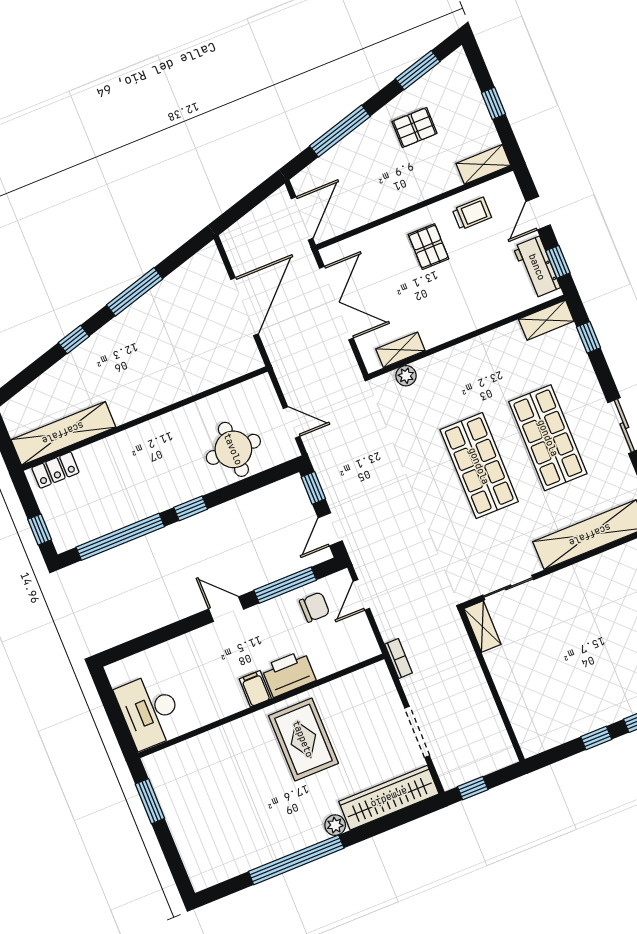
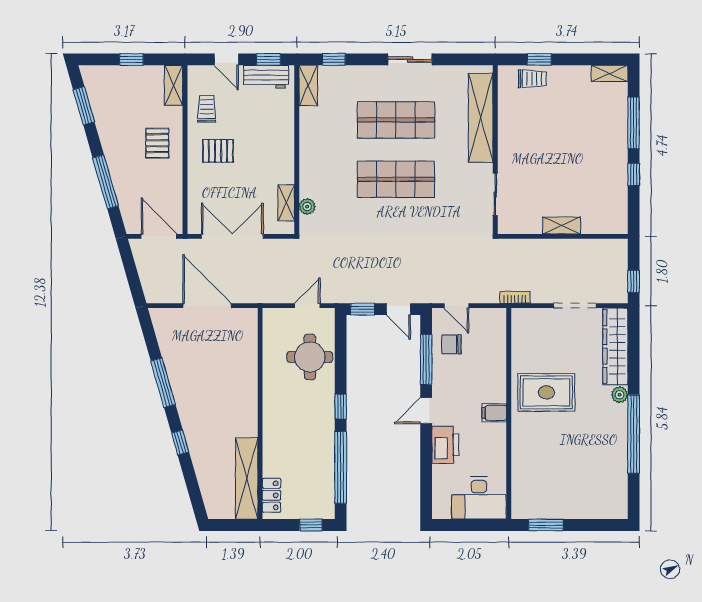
pallet: (414, 128) -> (157, 143), moved
chair: (314, 607) -> (451, 344), turned -90
shelving: (482, 627) -> (562, 225), moved
printer: (289, 674) -> (445, 445), moved, turned 180

